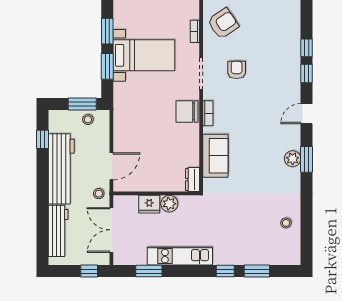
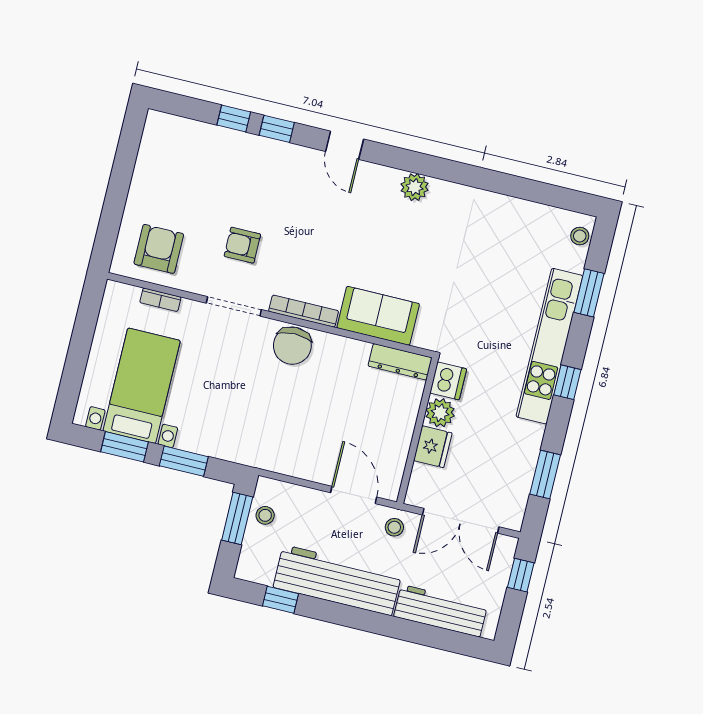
armchair: (223, 23) -> (159, 249), turned 34
bed with nightstands: (144, 55) -> (142, 386), moved
bookcase: (208, 113) -> (304, 311), width x1.56
window: (307, 159) -> (421, 164), removed
dresser: (192, 180) -> (400, 362), width x1.44
dishwasher: (188, 204) -> (448, 381), added
stool: (286, 223) -> (580, 236), moved
kitchen unit: (180, 256) -> (549, 346), moved, width x1.36
window: (225, 271) -> (567, 382), moved

